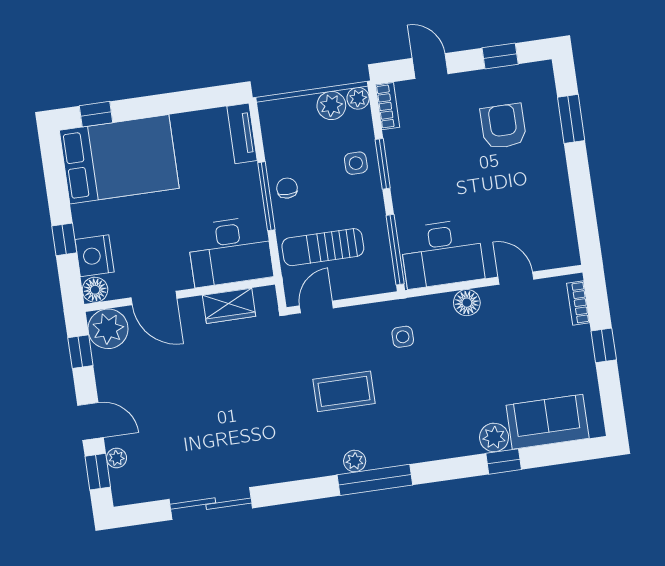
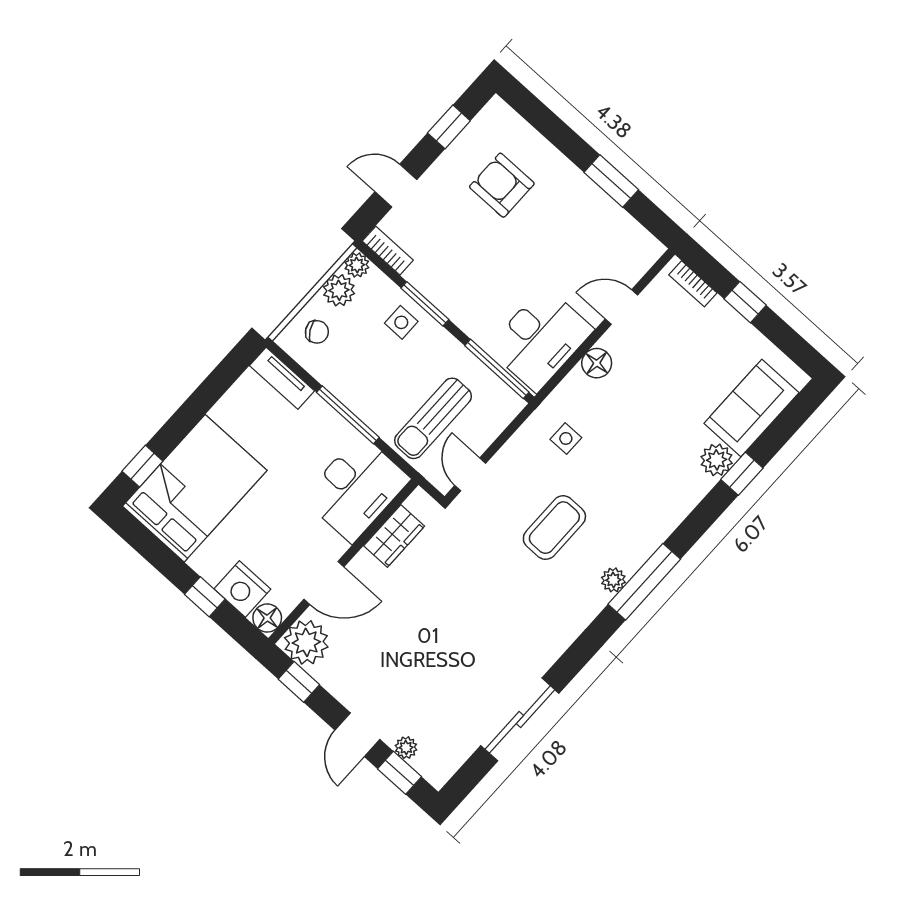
window: (571, 119) -> (611, 181), moved
chair: (287, 188) -> (317, 332), moved, turned 151
door: (90, 421) -> (357, 735), swing flipped

